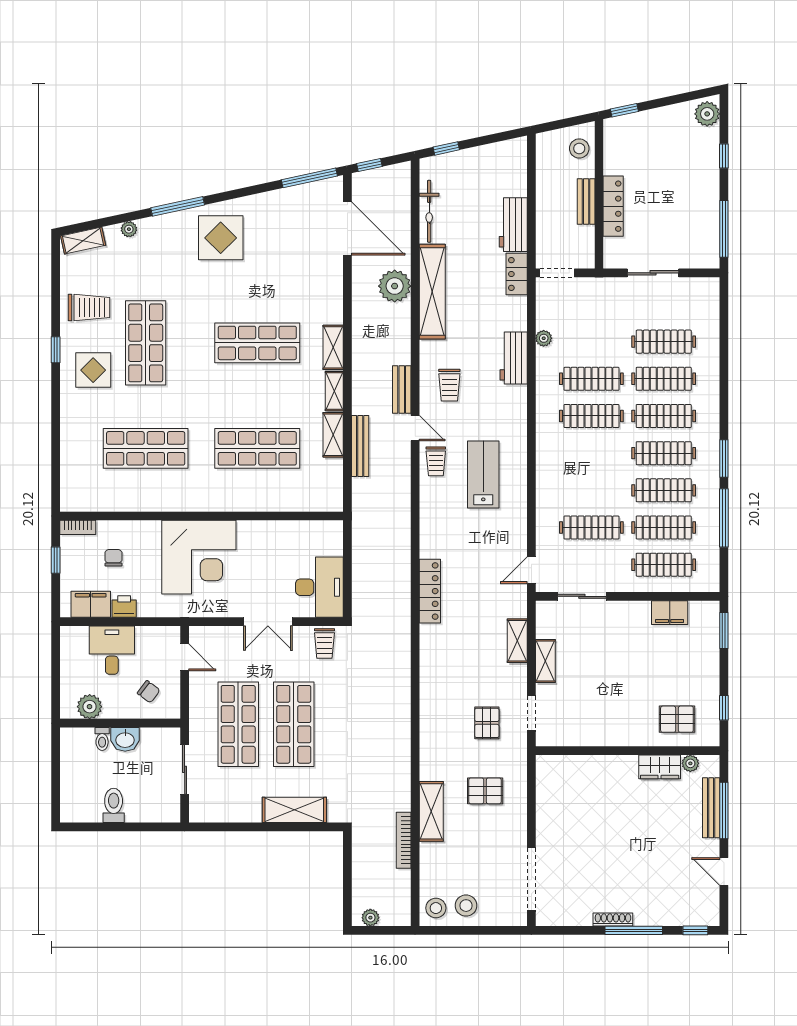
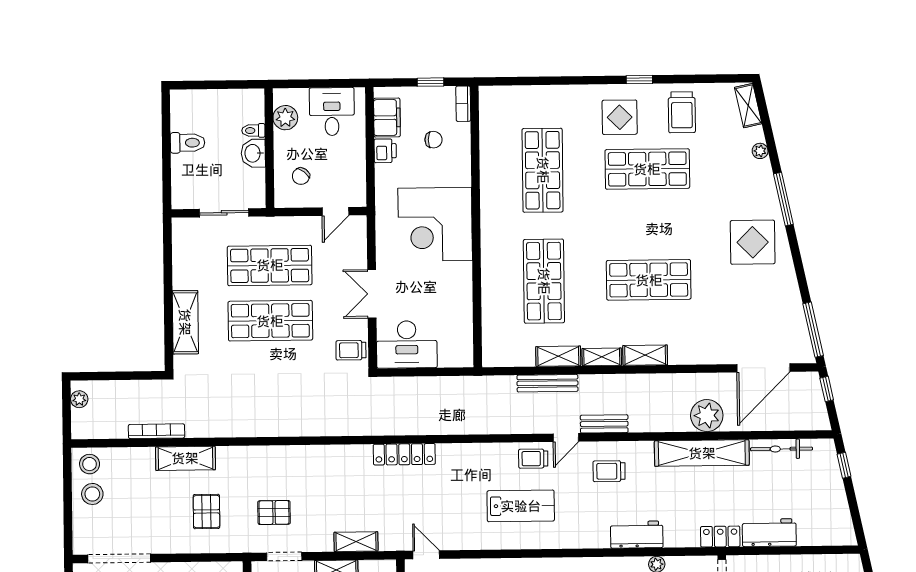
shop shelf: (257, 343) -> (649, 280), turned 90
desk: (112, 650) -> (332, 112), moved, turned -90

